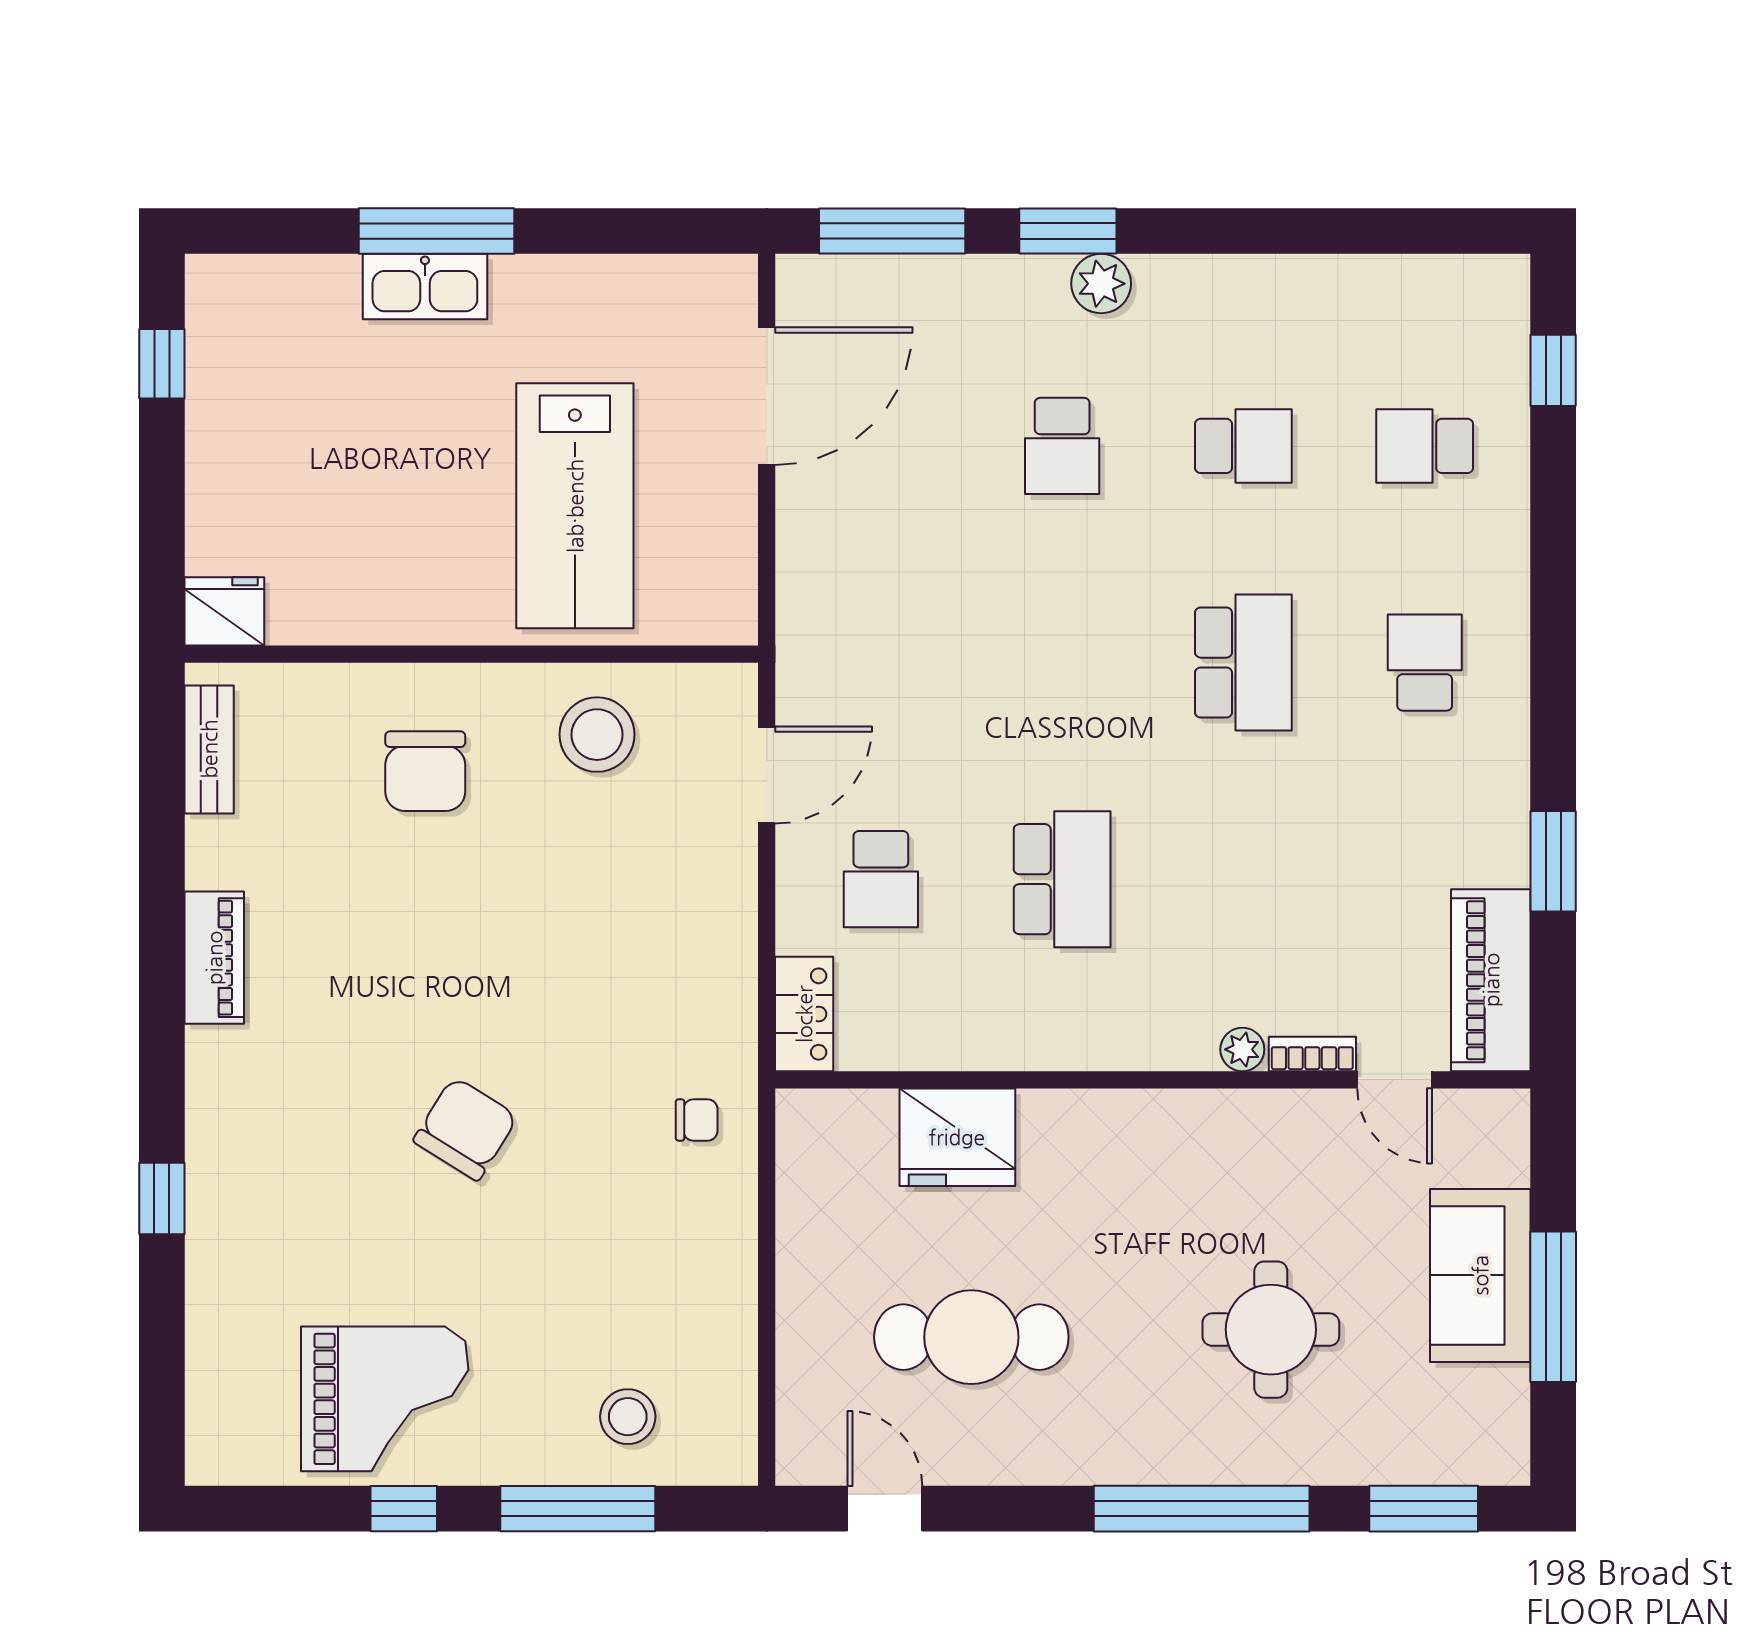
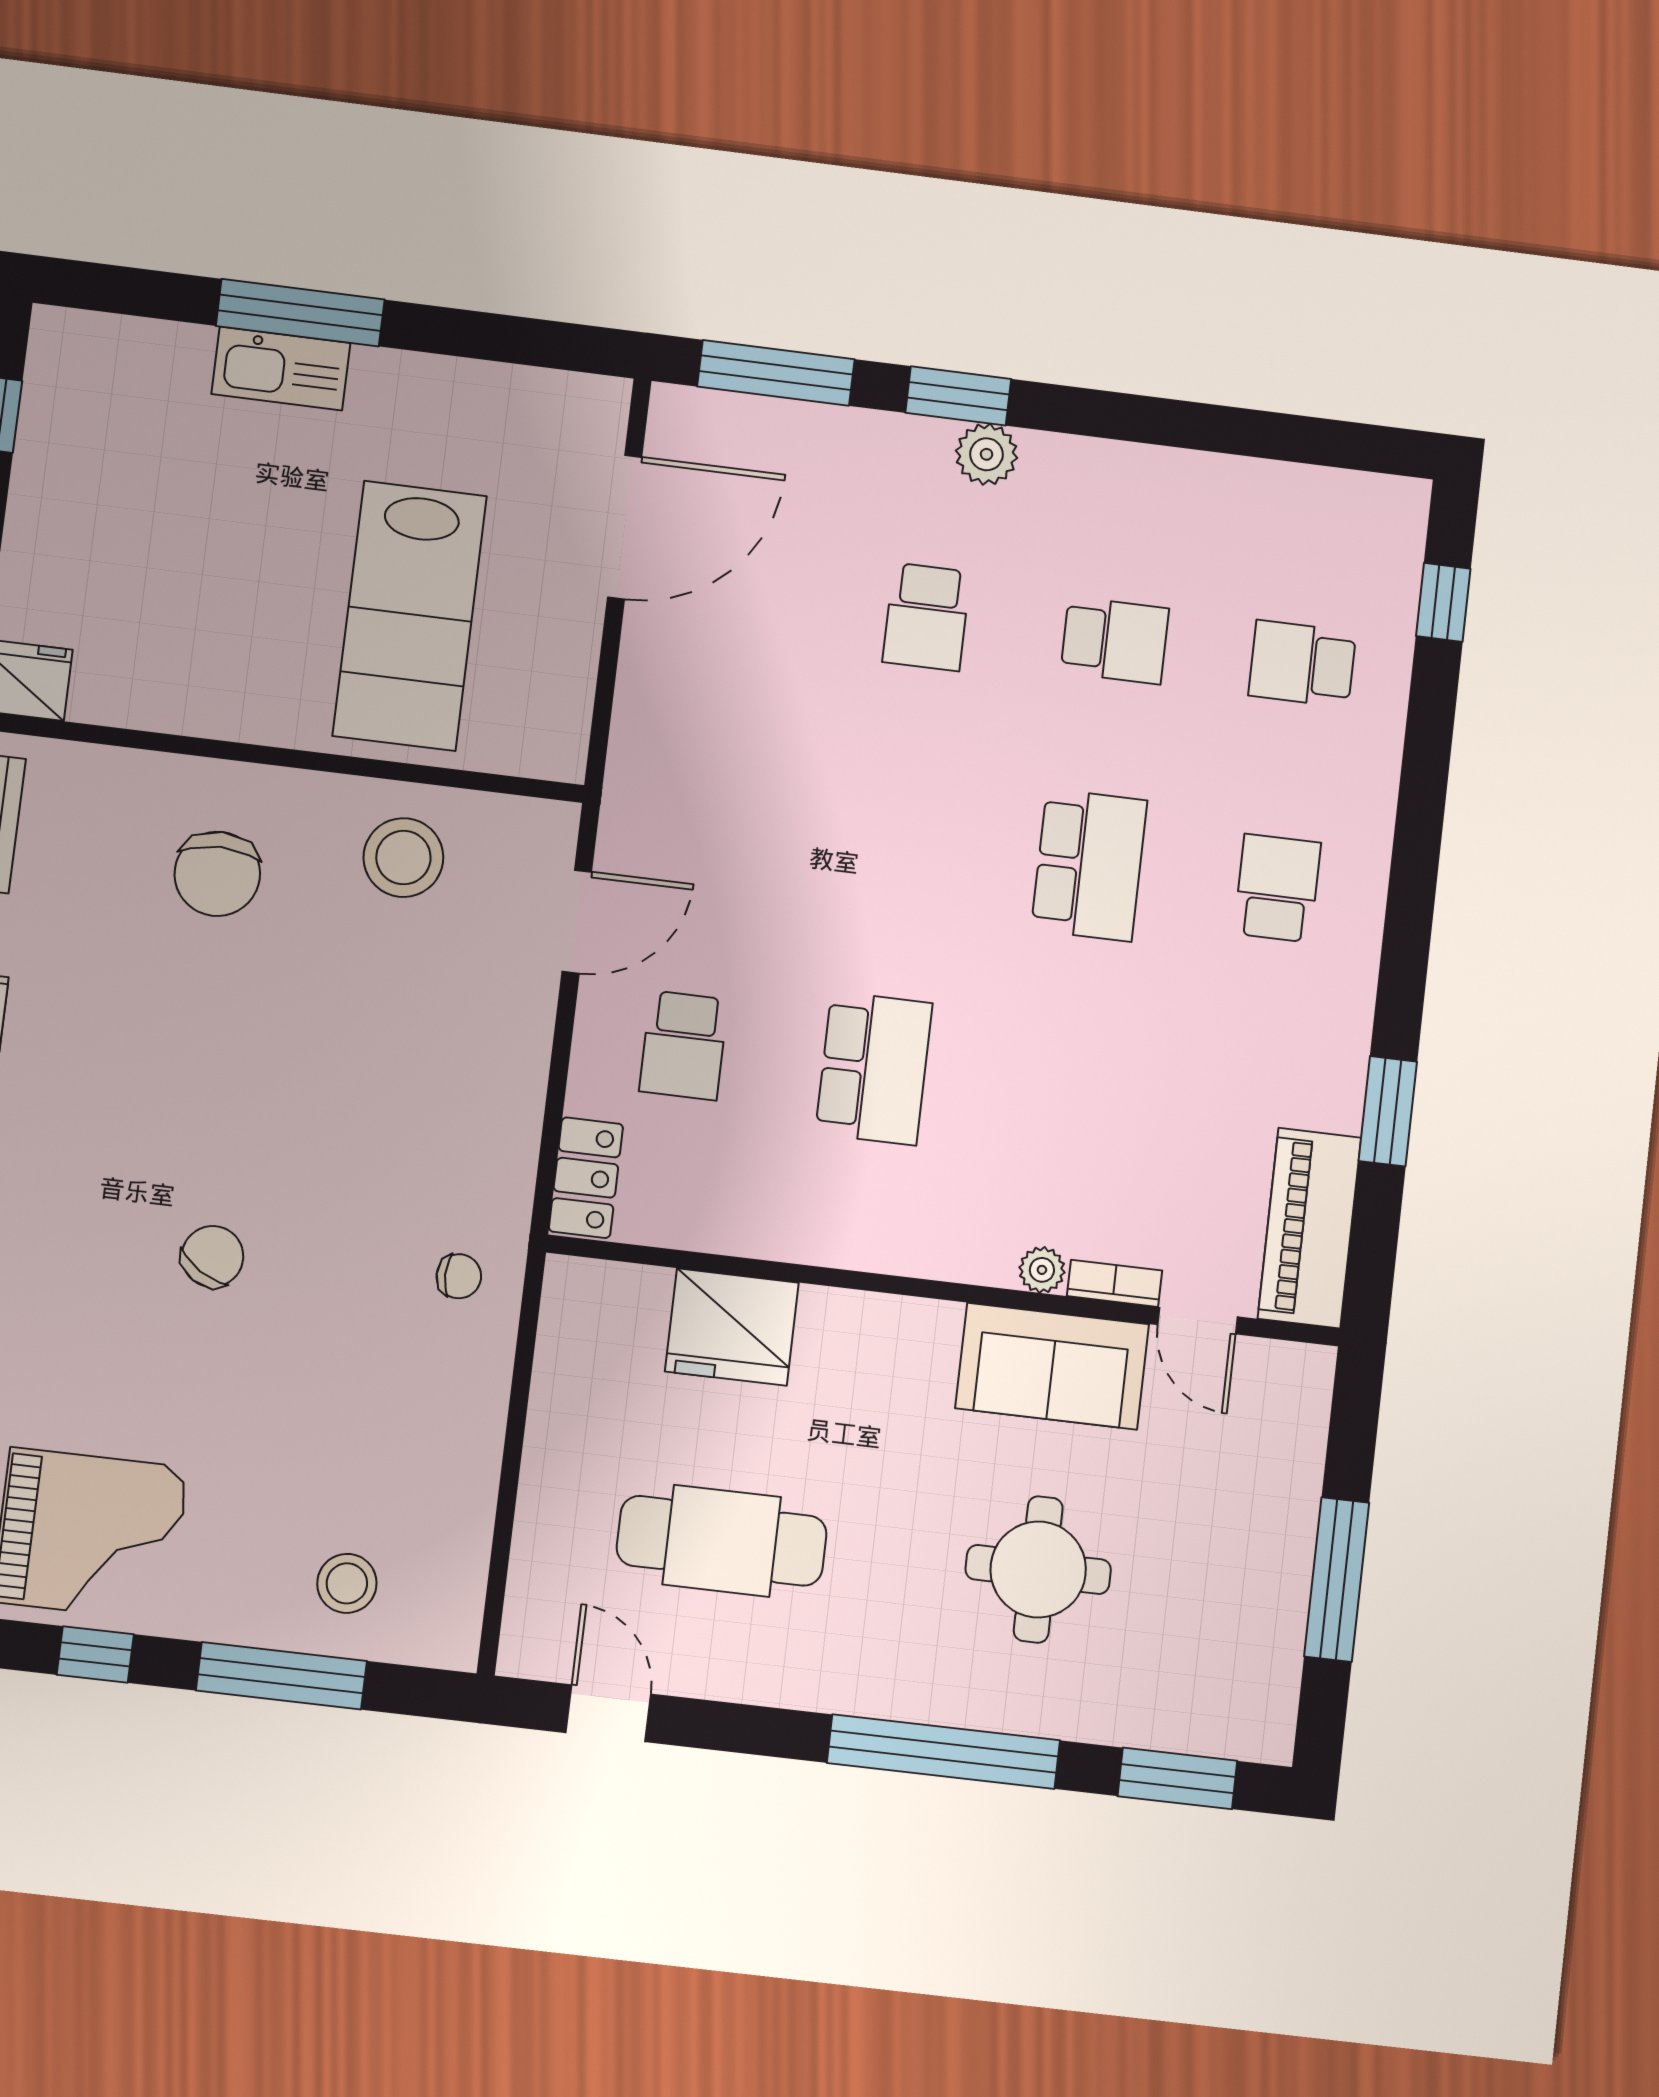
chair: (466, 1129) -> (212, 1256), width x0.73, depth x0.73
sofa: (1480, 1275) -> (1052, 1366), moved, turned -90

